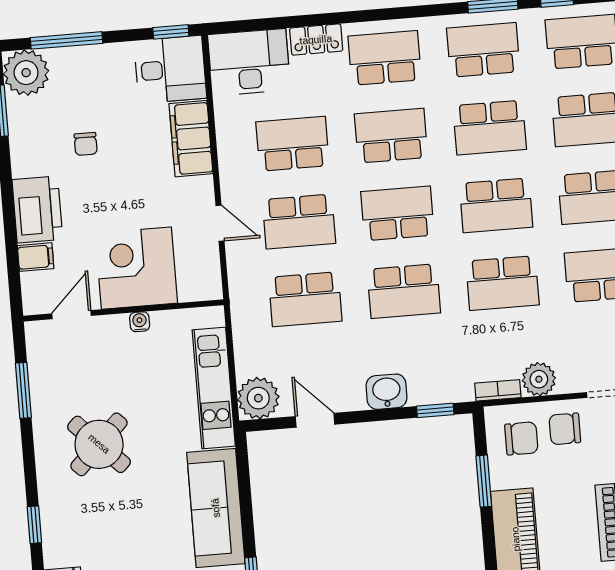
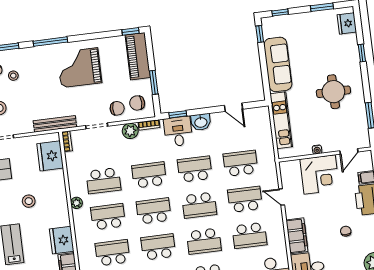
desk: (436, 374) -> (178, 131), added
plant: (258, 398) -> (260, 116), removed
round table: (99, 444) -> (333, 92), turned 45

